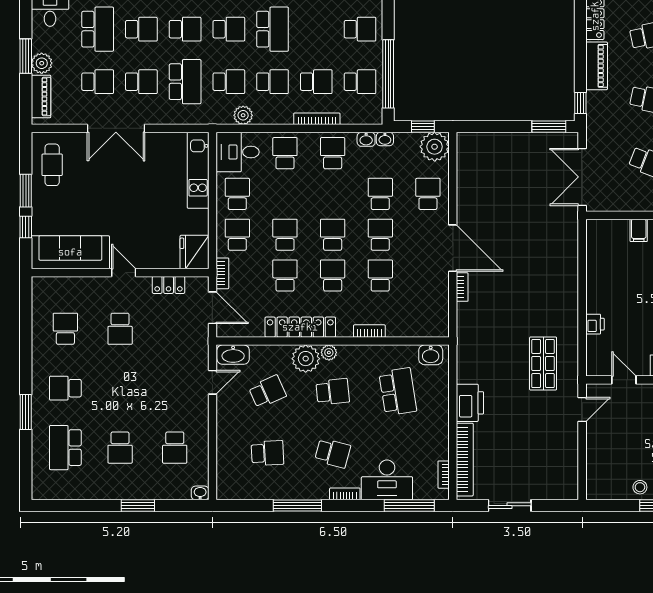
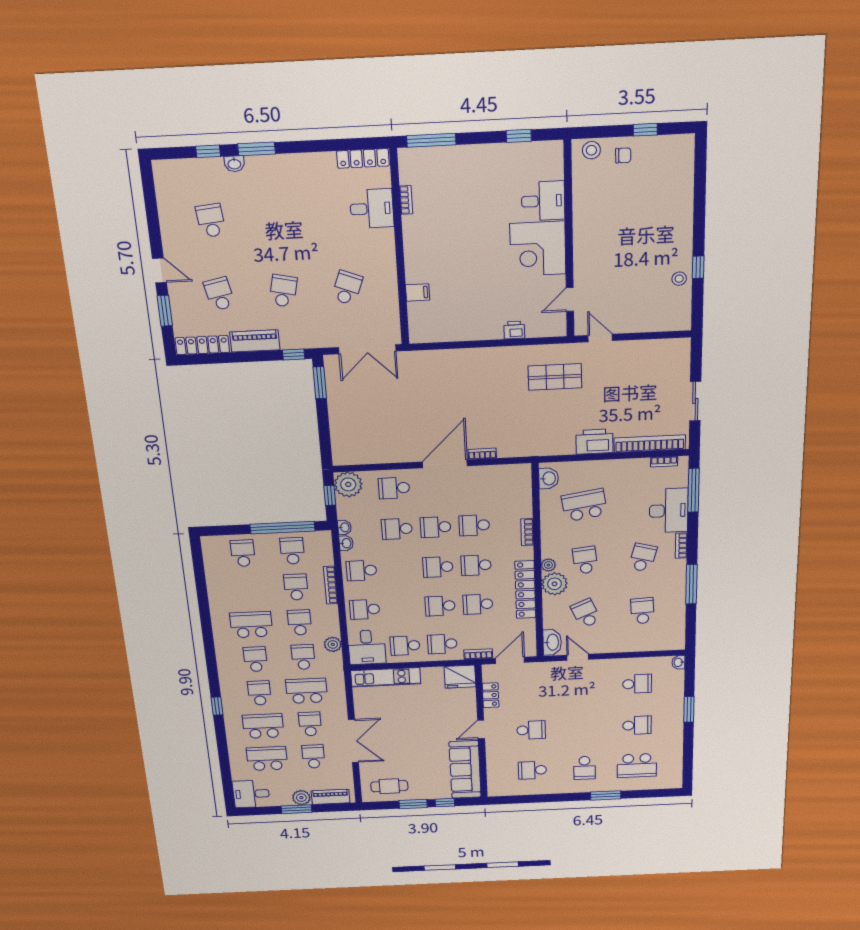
school desk: (141, 29) -> (263, 726), width x1.85

